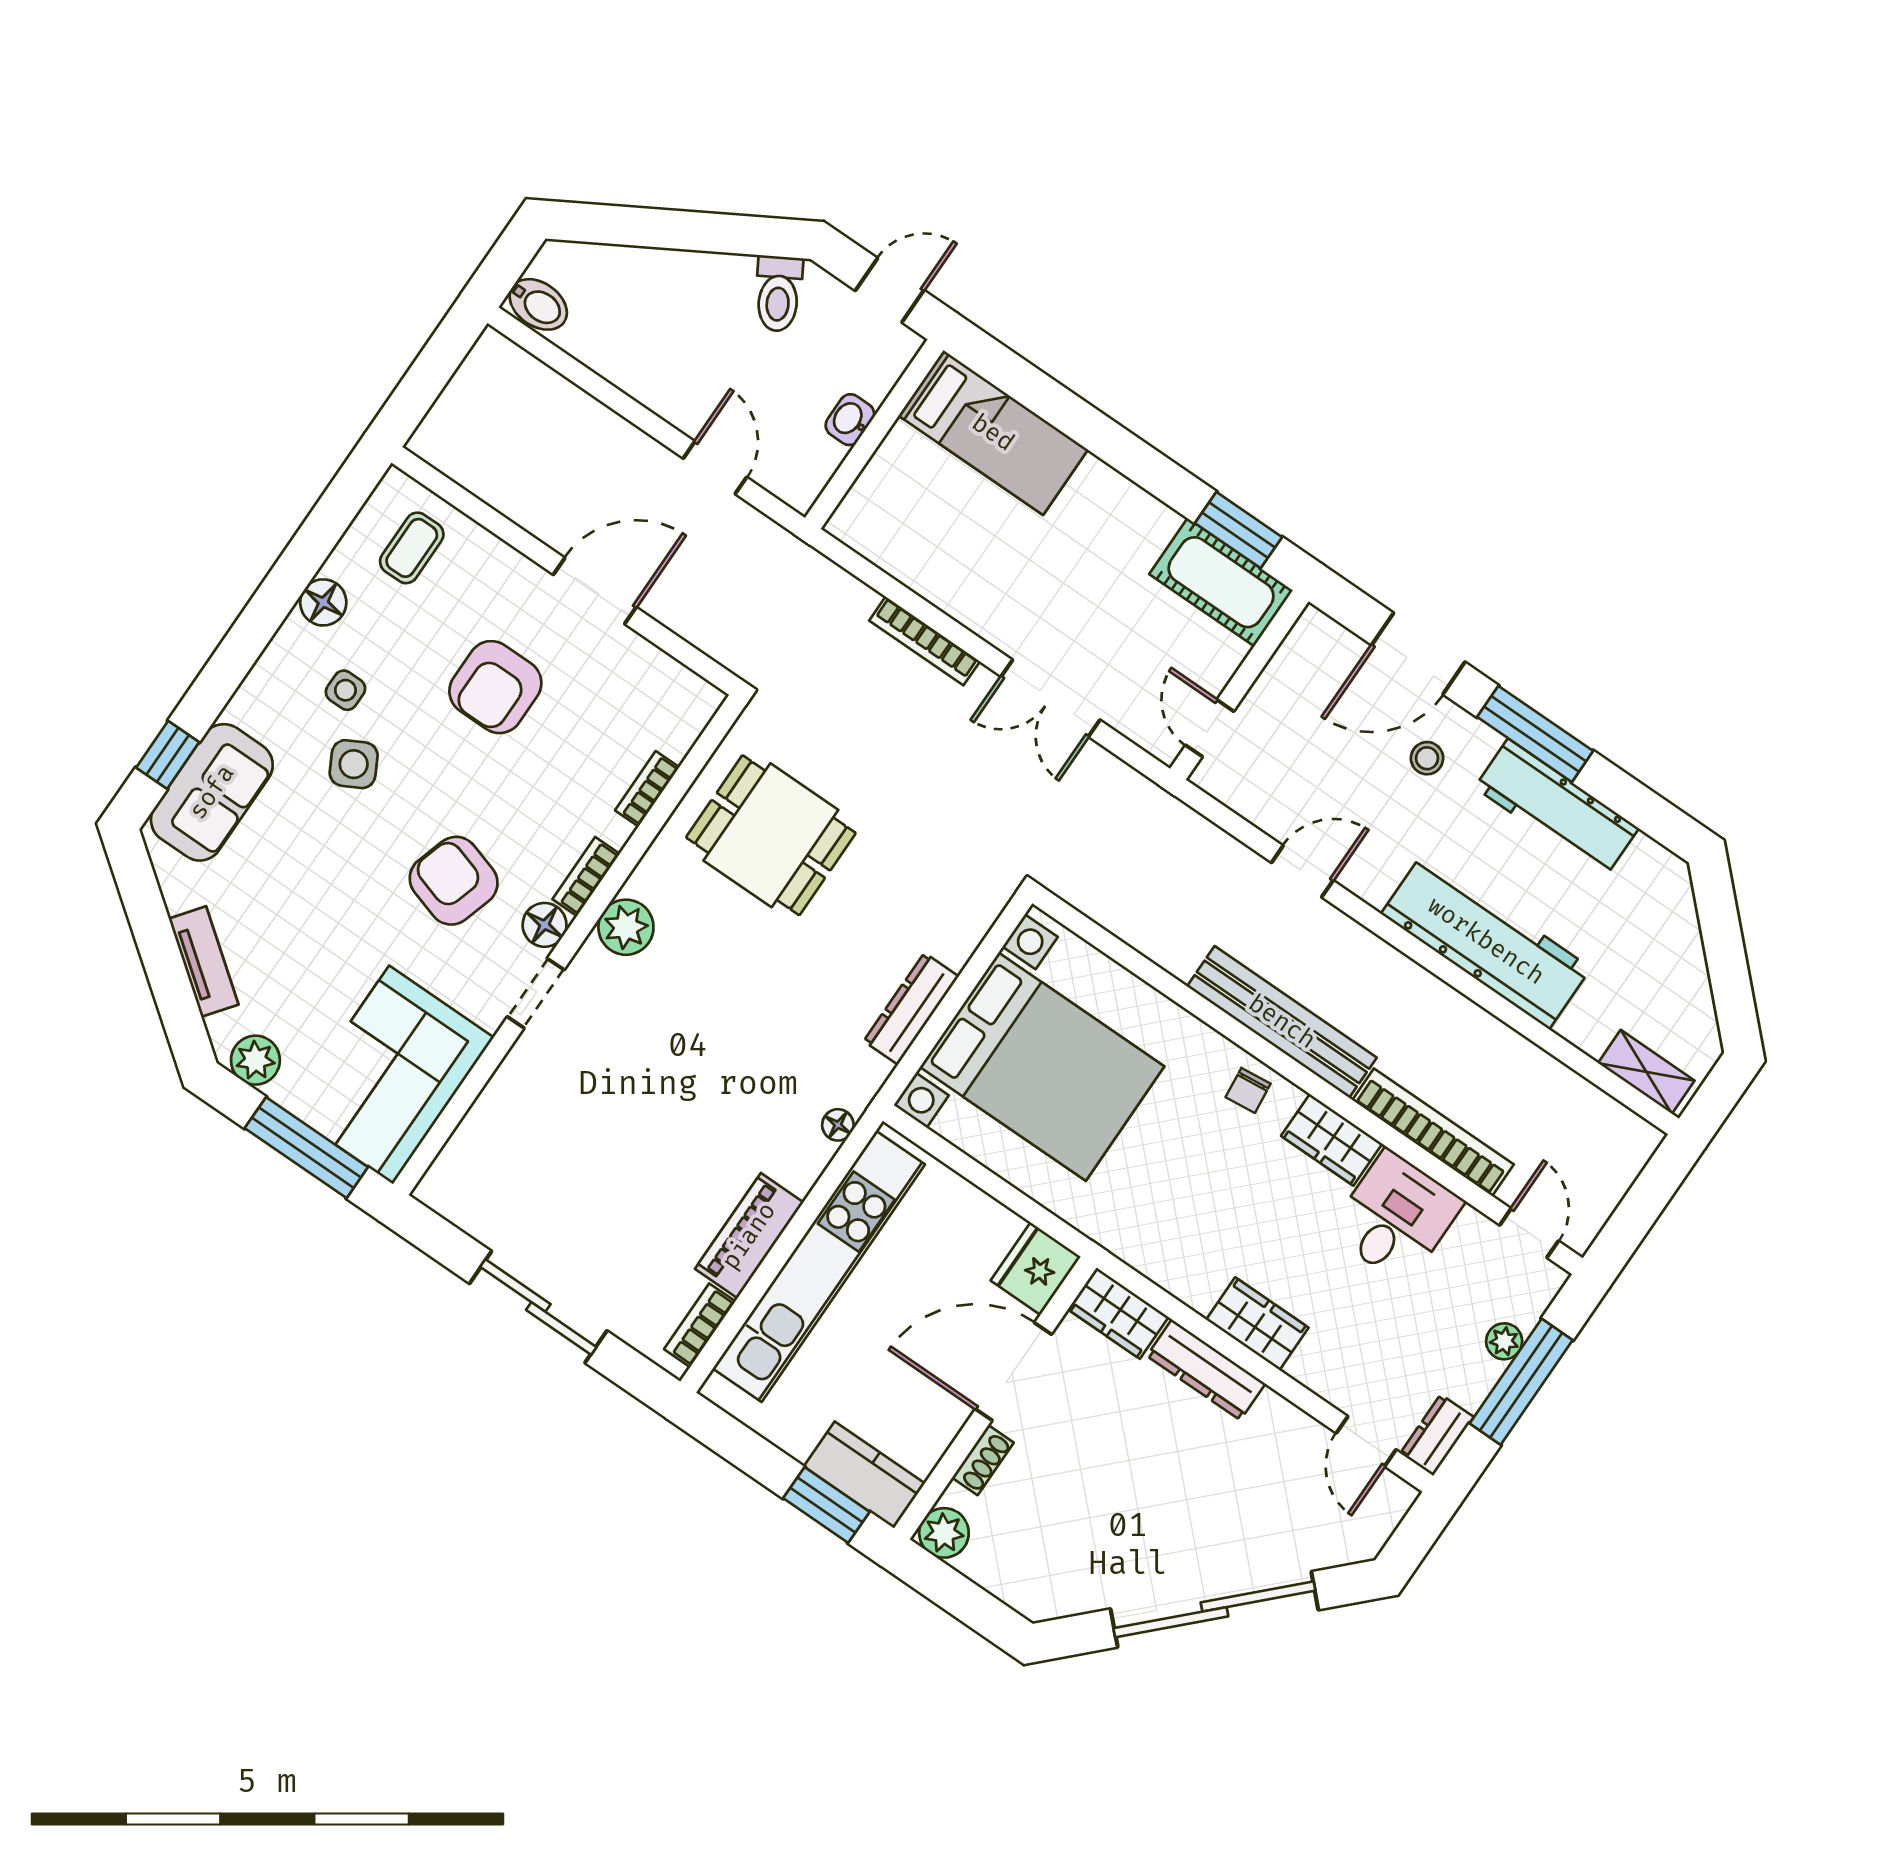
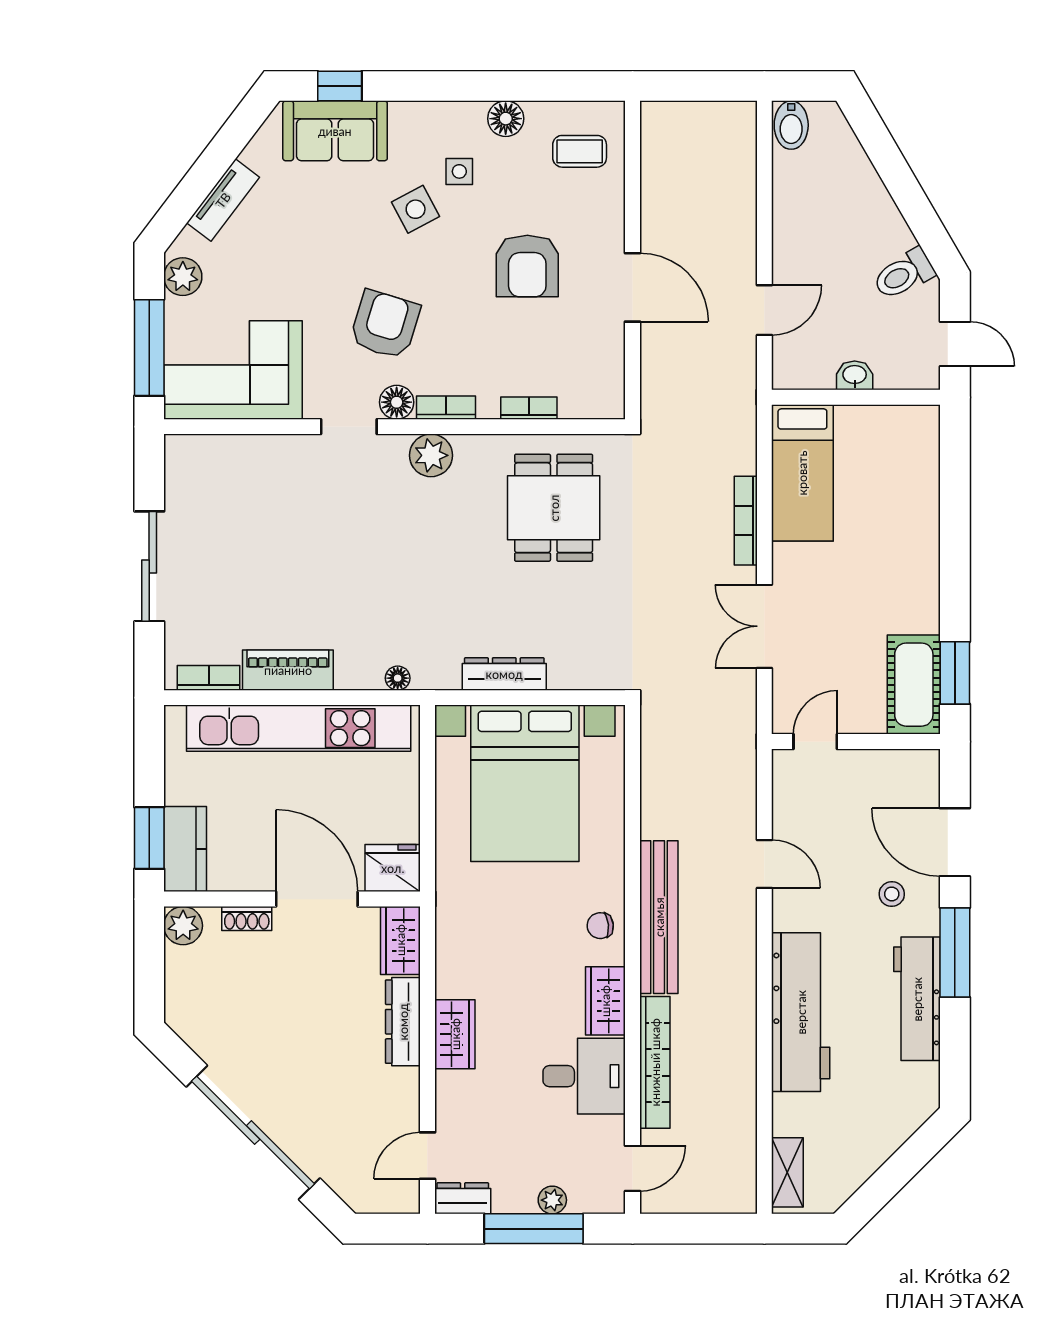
bed: (993, 433) -> (802, 473), moved
armchair: (495, 687) -> (527, 266), turned -90

